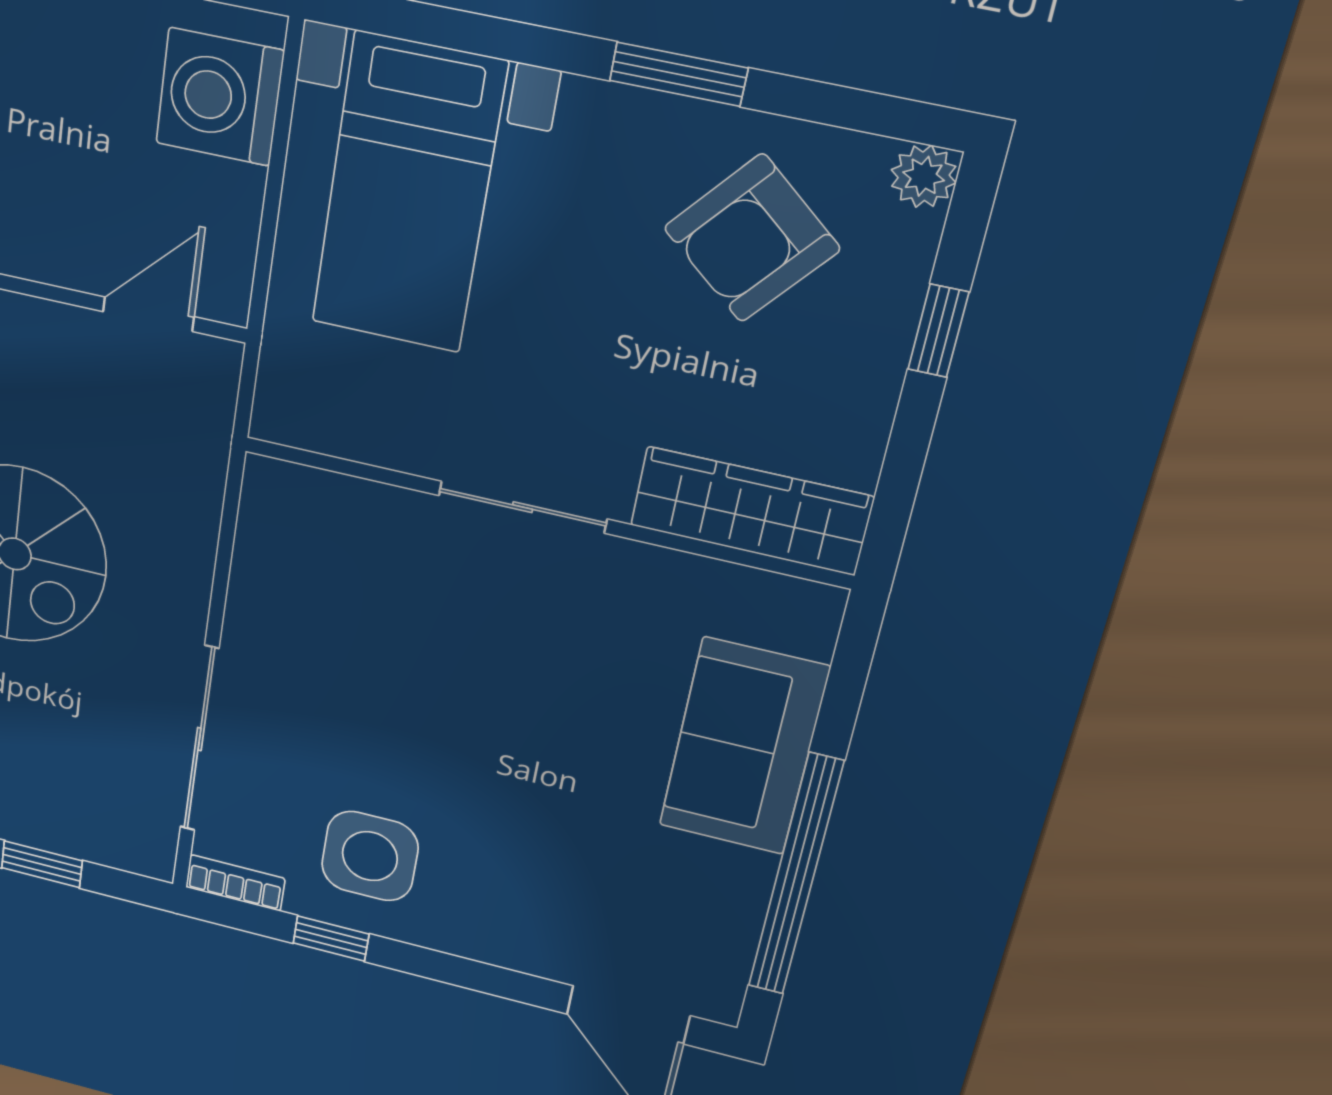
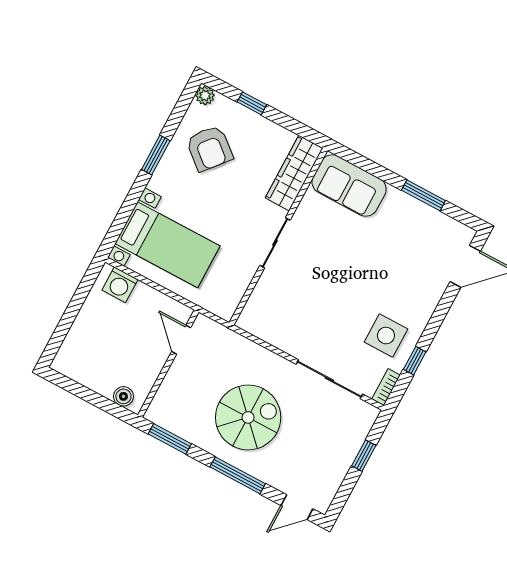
washing machine: (220, 97) -> (120, 285), width x0.73, depth x0.73
sofa: (744, 747) -> (349, 185), moved
window: (795, 875) -> (423, 195), width x0.47

